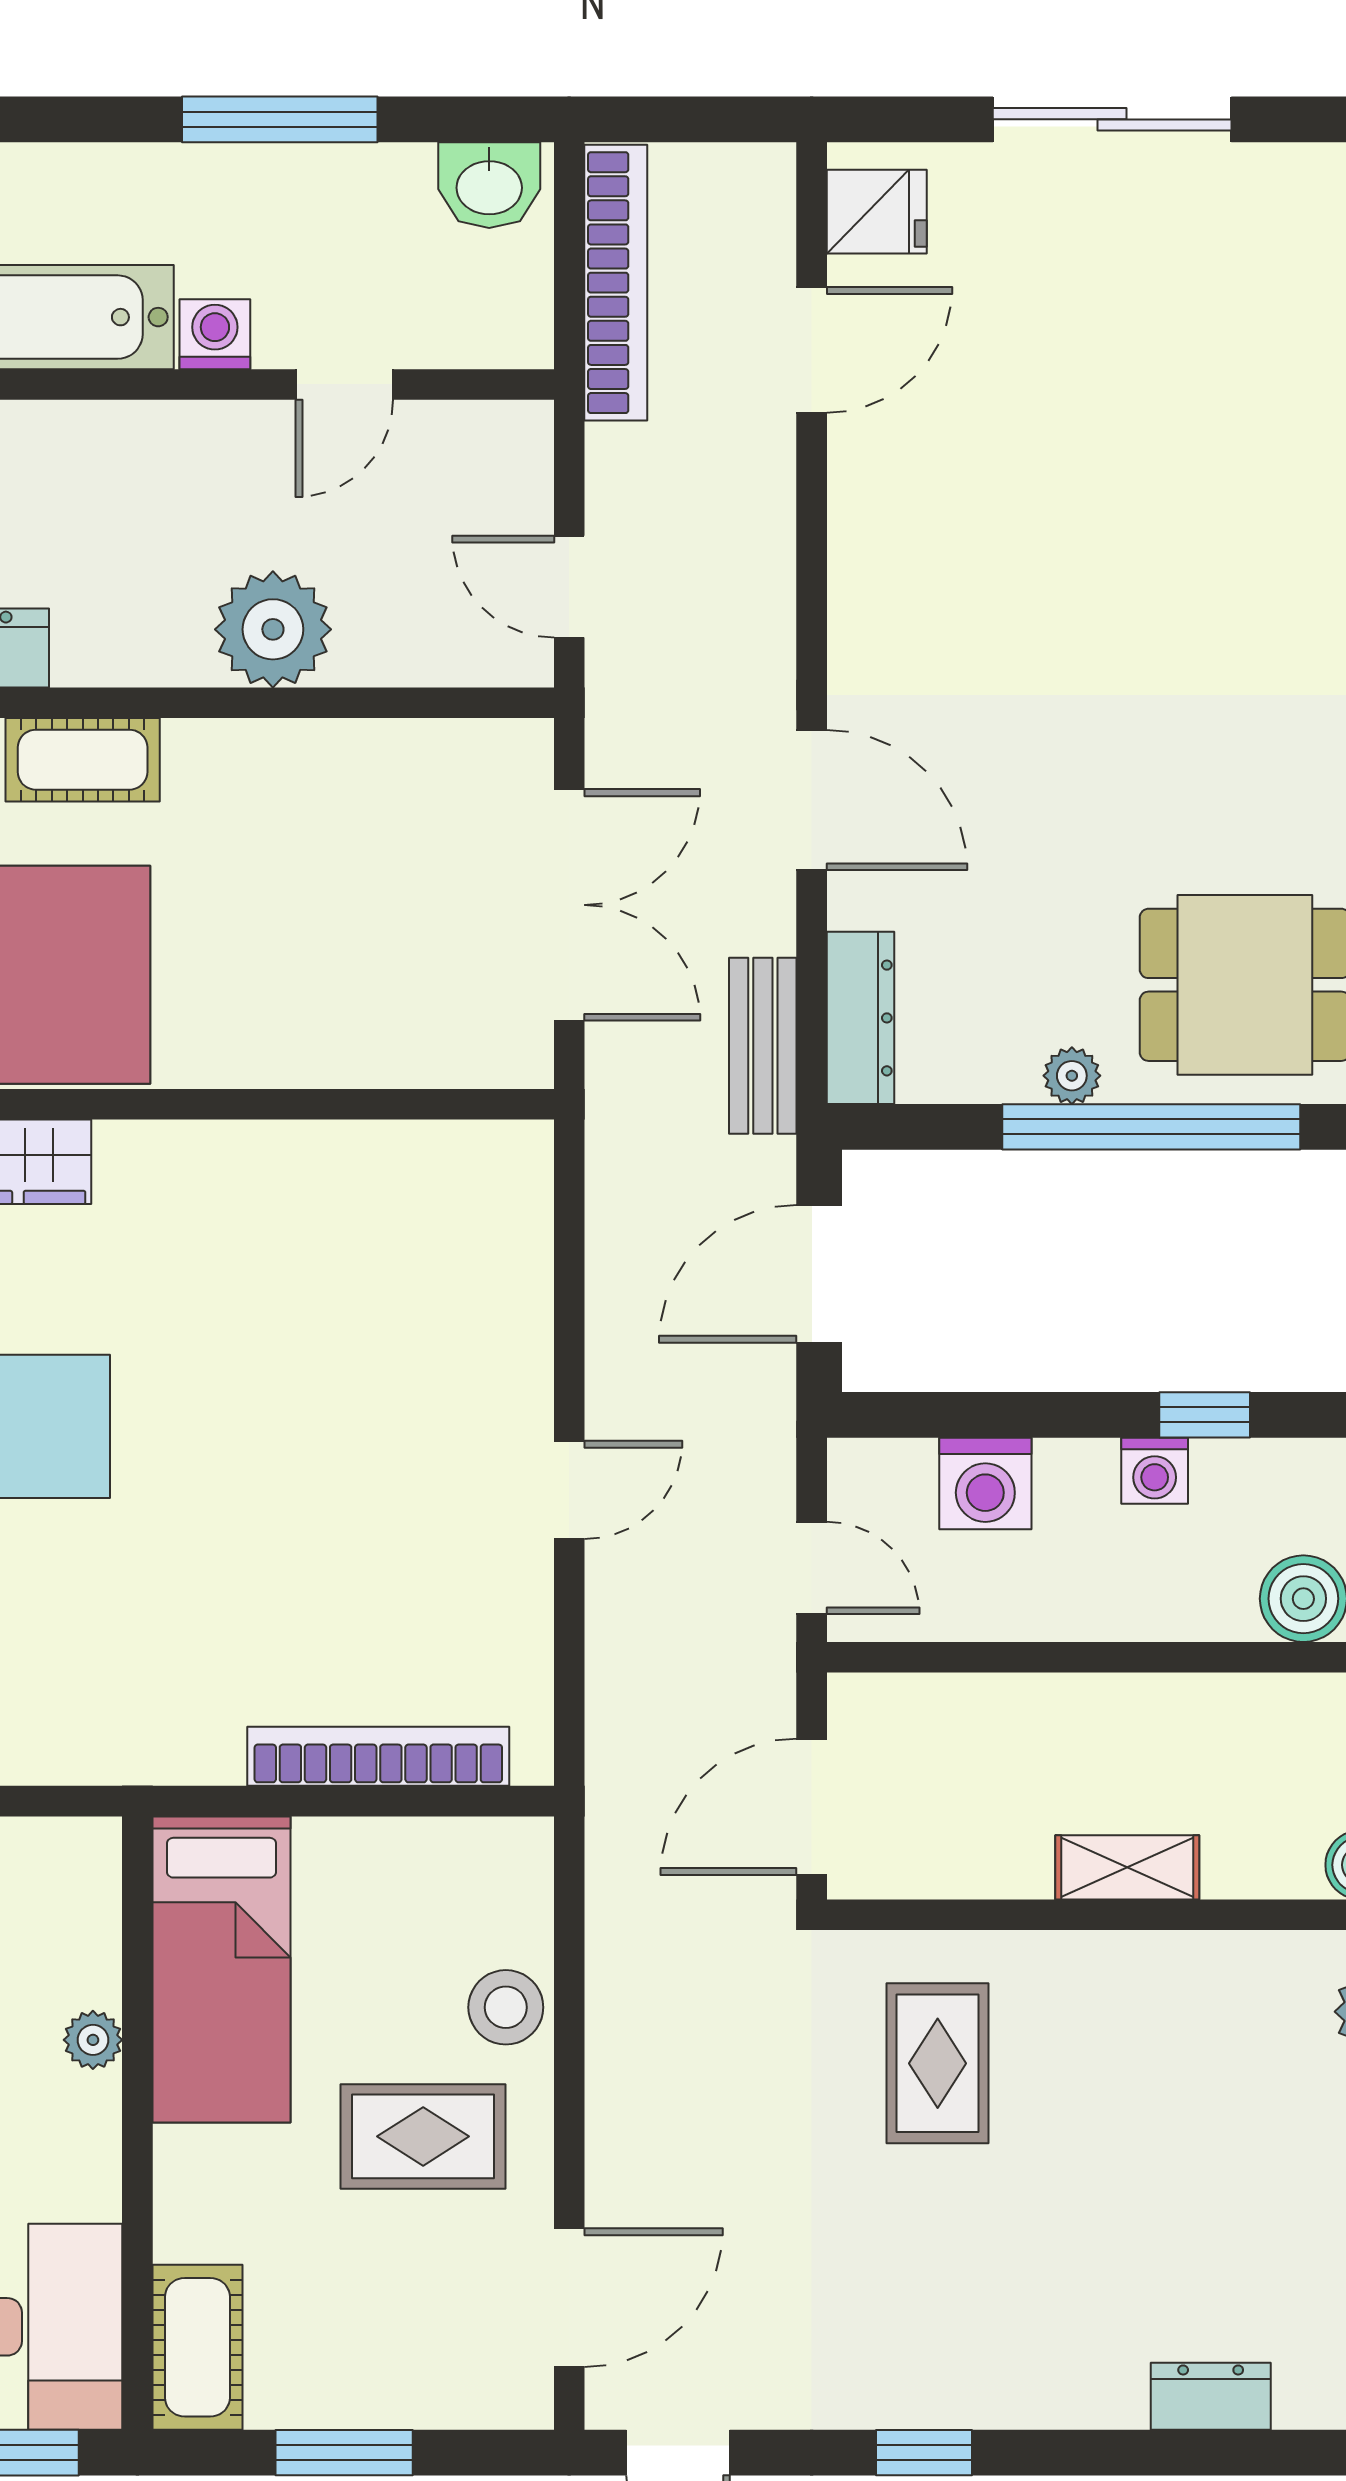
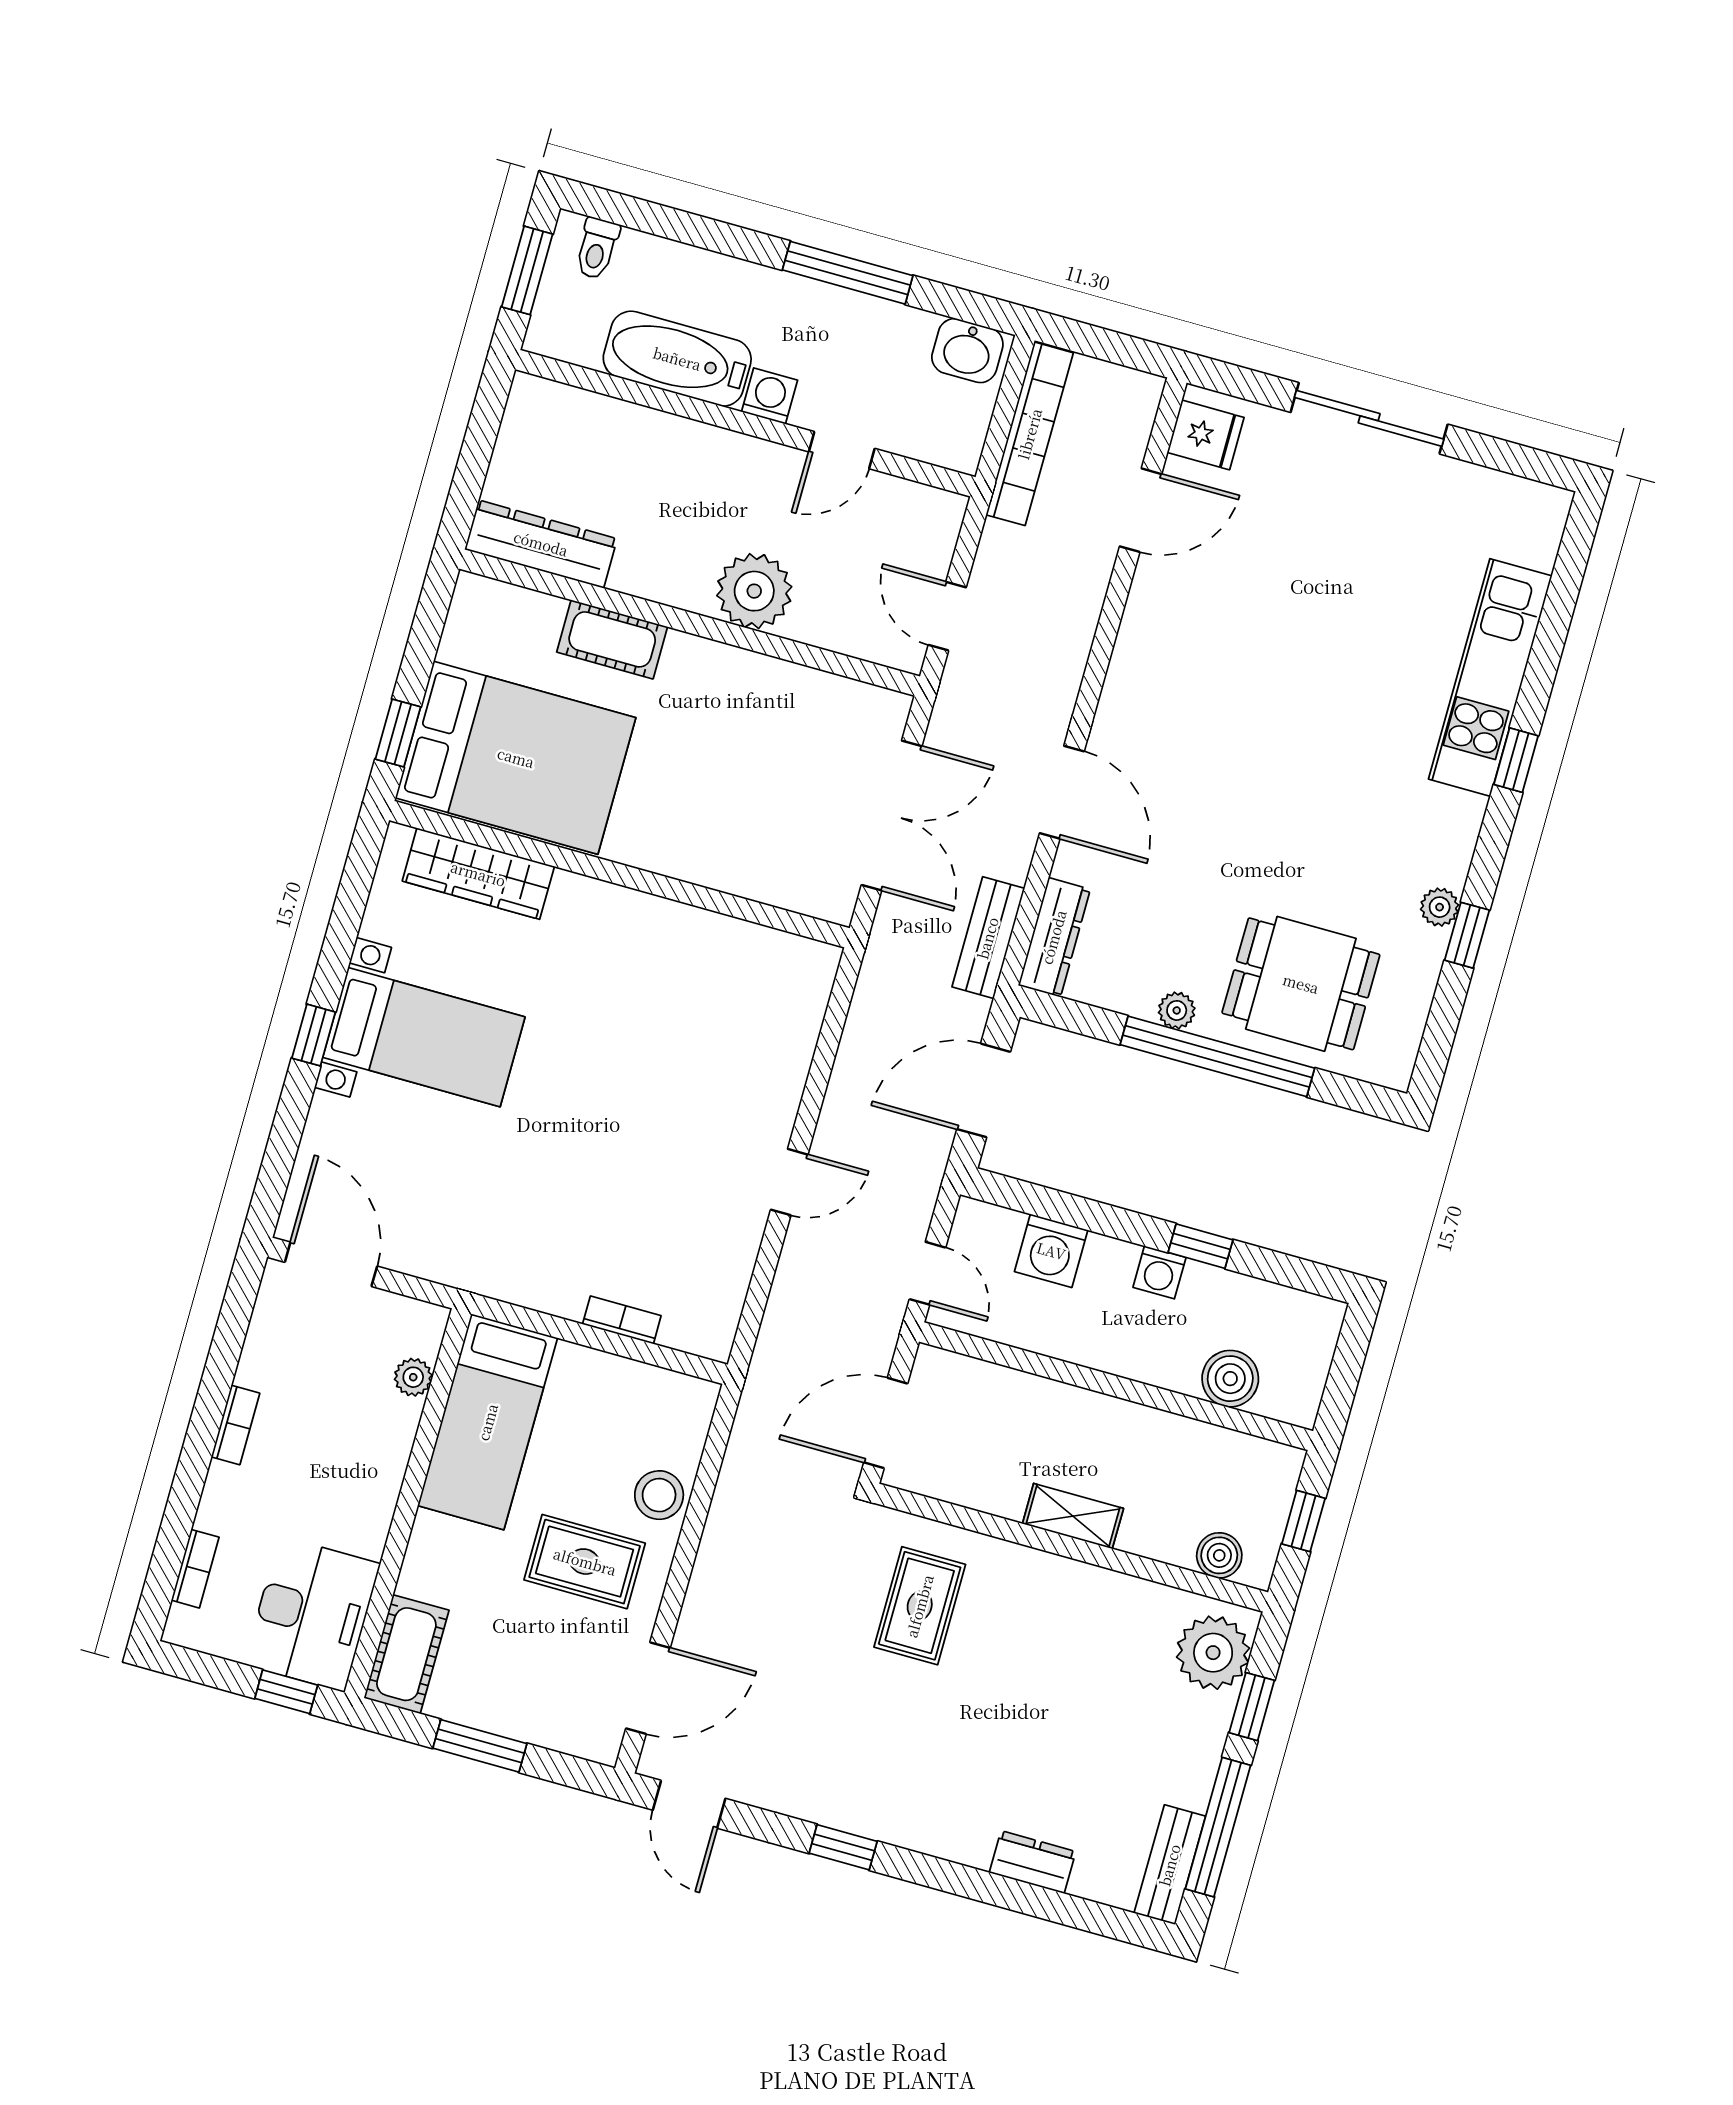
bookcase: (378, 1756) -> (622, 1320), width x0.43, depth x0.76
plant: (93, 2040) -> (413, 1377), moved

